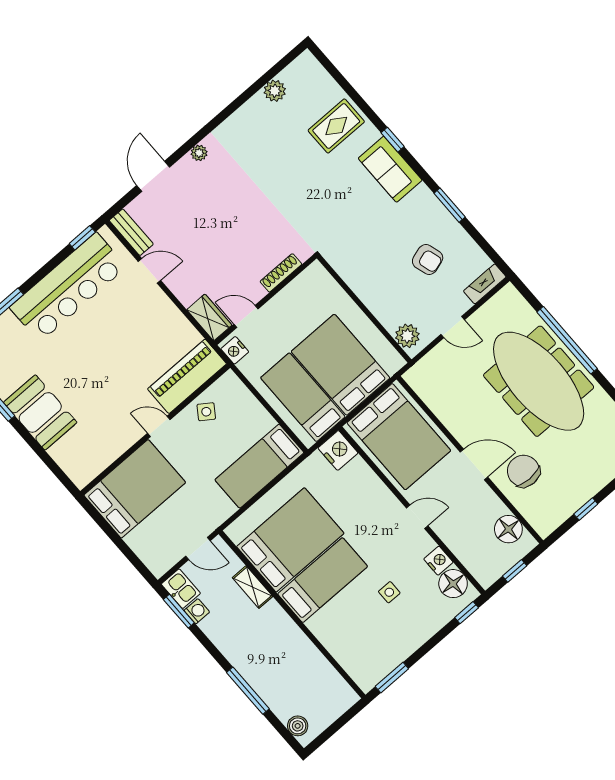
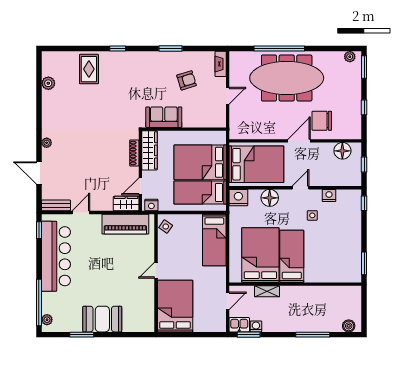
sofa: (390, 169) -> (164, 117), moved, turned 180
wardrobe: (301, 289) -> (150, 150), added
plant: (407, 336) -> (214, 120), removed
piano: (187, 376) -> (125, 224), moved, turned -90
side table: (206, 412) -> (166, 227), moved
floor lamp: (453, 584) -> (270, 198), moved
side table: (389, 592) -> (312, 215), moved

